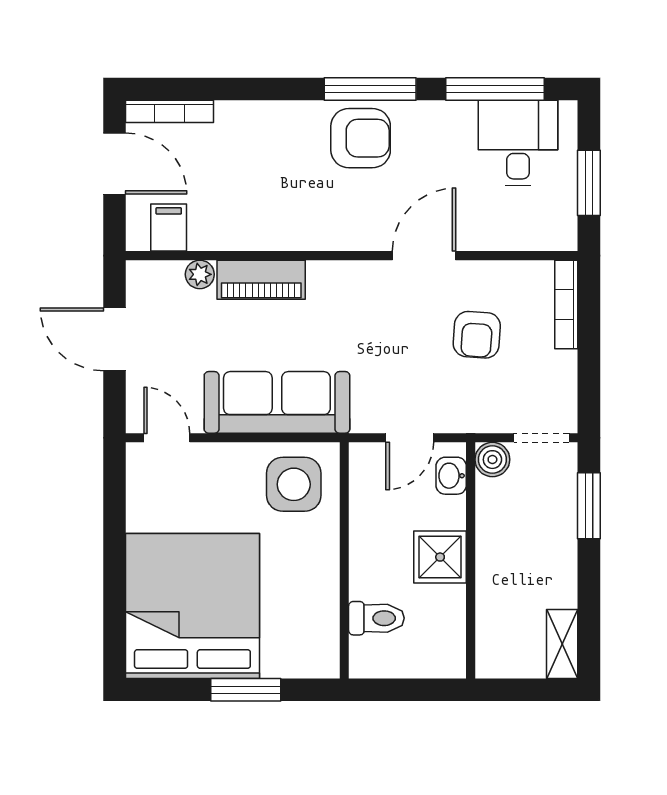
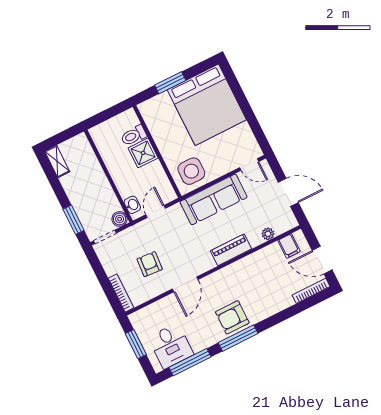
piano: (261, 280) -> (231, 250), moved
shower: (440, 557) -> (143, 153), moved

